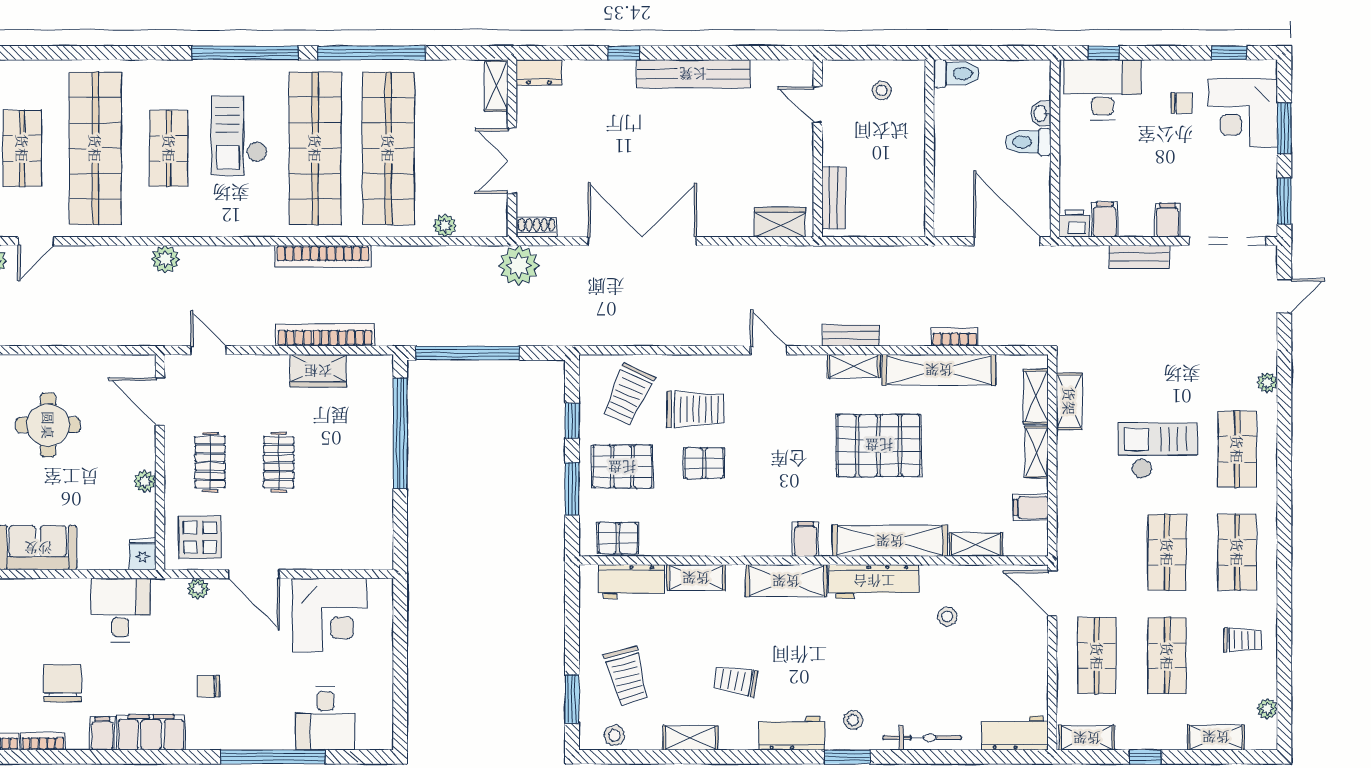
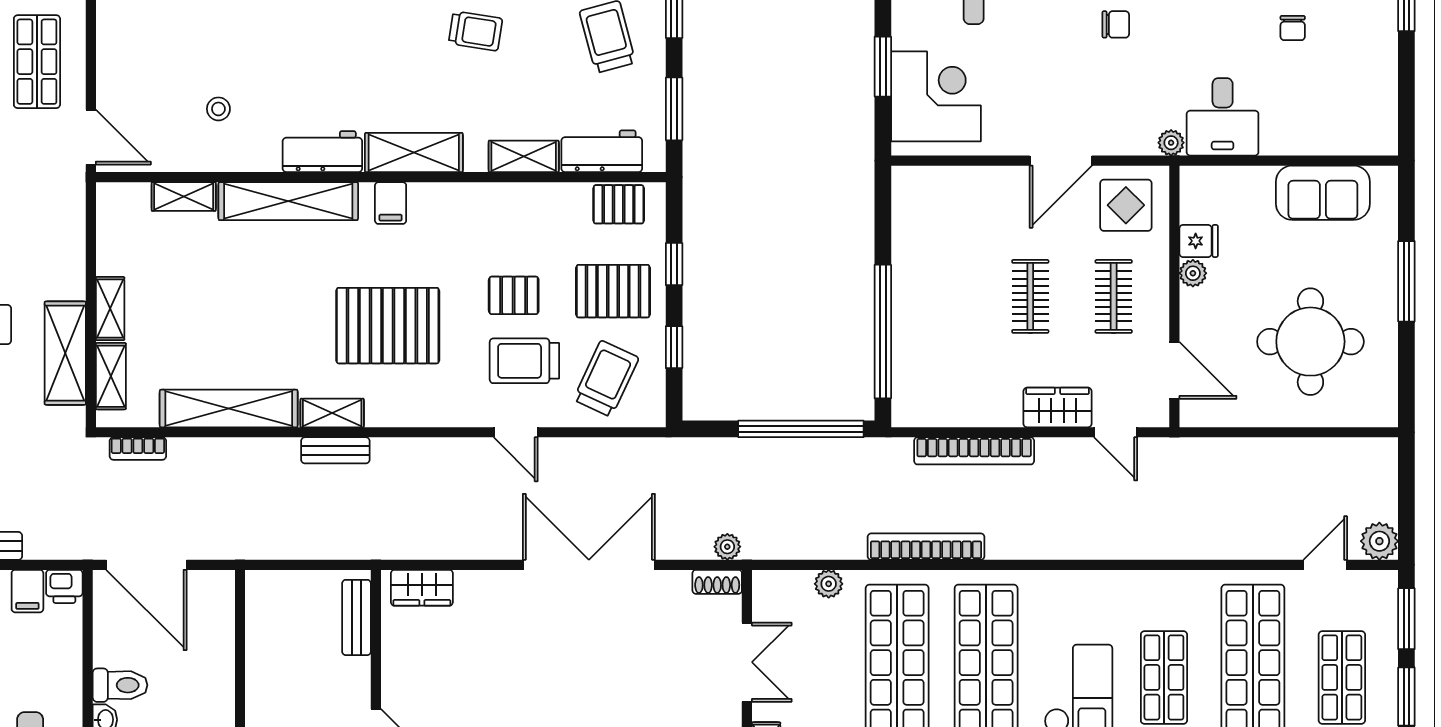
double door: (642, 241) -> (589, 565), swing flipped
bookcase: (323, 256) -> (926, 547), moved
plant: (165, 259) -> (1168, 543), removed
plant: (519, 265) -> (727, 547), width x0.53, depth x0.53
bookcase: (955, 337) -> (138, 449), moved
door: (769, 350) -> (516, 432), moved
wardrobe: (318, 371) -> (1058, 407), moved
shelving: (1069, 401) -> (65, 353), width x1.50, depth x1.33
round table: (48, 425) -> (1310, 342), width x1.36, depth x1.36
pallet: (879, 445) -> (388, 326), moved
window: (572, 489) -> (674, 264), width x0.67
filing cabinet: (1031, 508) -> (117, 241), removed
fridge: (143, 554) -> (1199, 241), moved, turned -90
door: (254, 574) -> (1061, 161), swing flipped
workbench: (874, 581) -> (322, 152), width x0.73
plant: (198, 589) -> (1171, 143), moved
corner desk: (330, 615) -> (936, 96), moved, turned 90
window: (572, 617) -> (674, 109), added
window: (400, 652) -> (883, 67), added
chair: (63, 683) -> (1293, 28), width x0.54, depth x0.54

